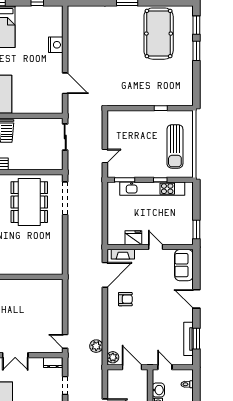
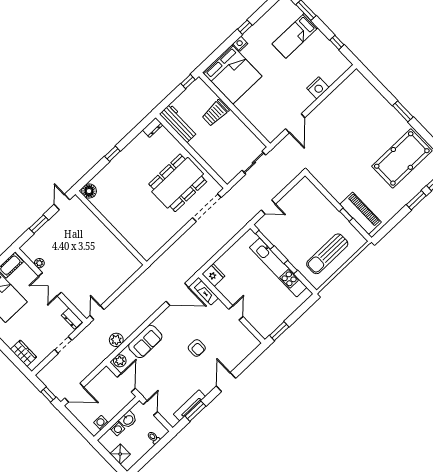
piano: (169, 97) -> (360, 213), added
fridge: (133, 238) -> (213, 275), moved
sofa: (184, 265) -> (145, 341), moved, turned 180
armchair: (125, 299) -> (197, 348), moved

